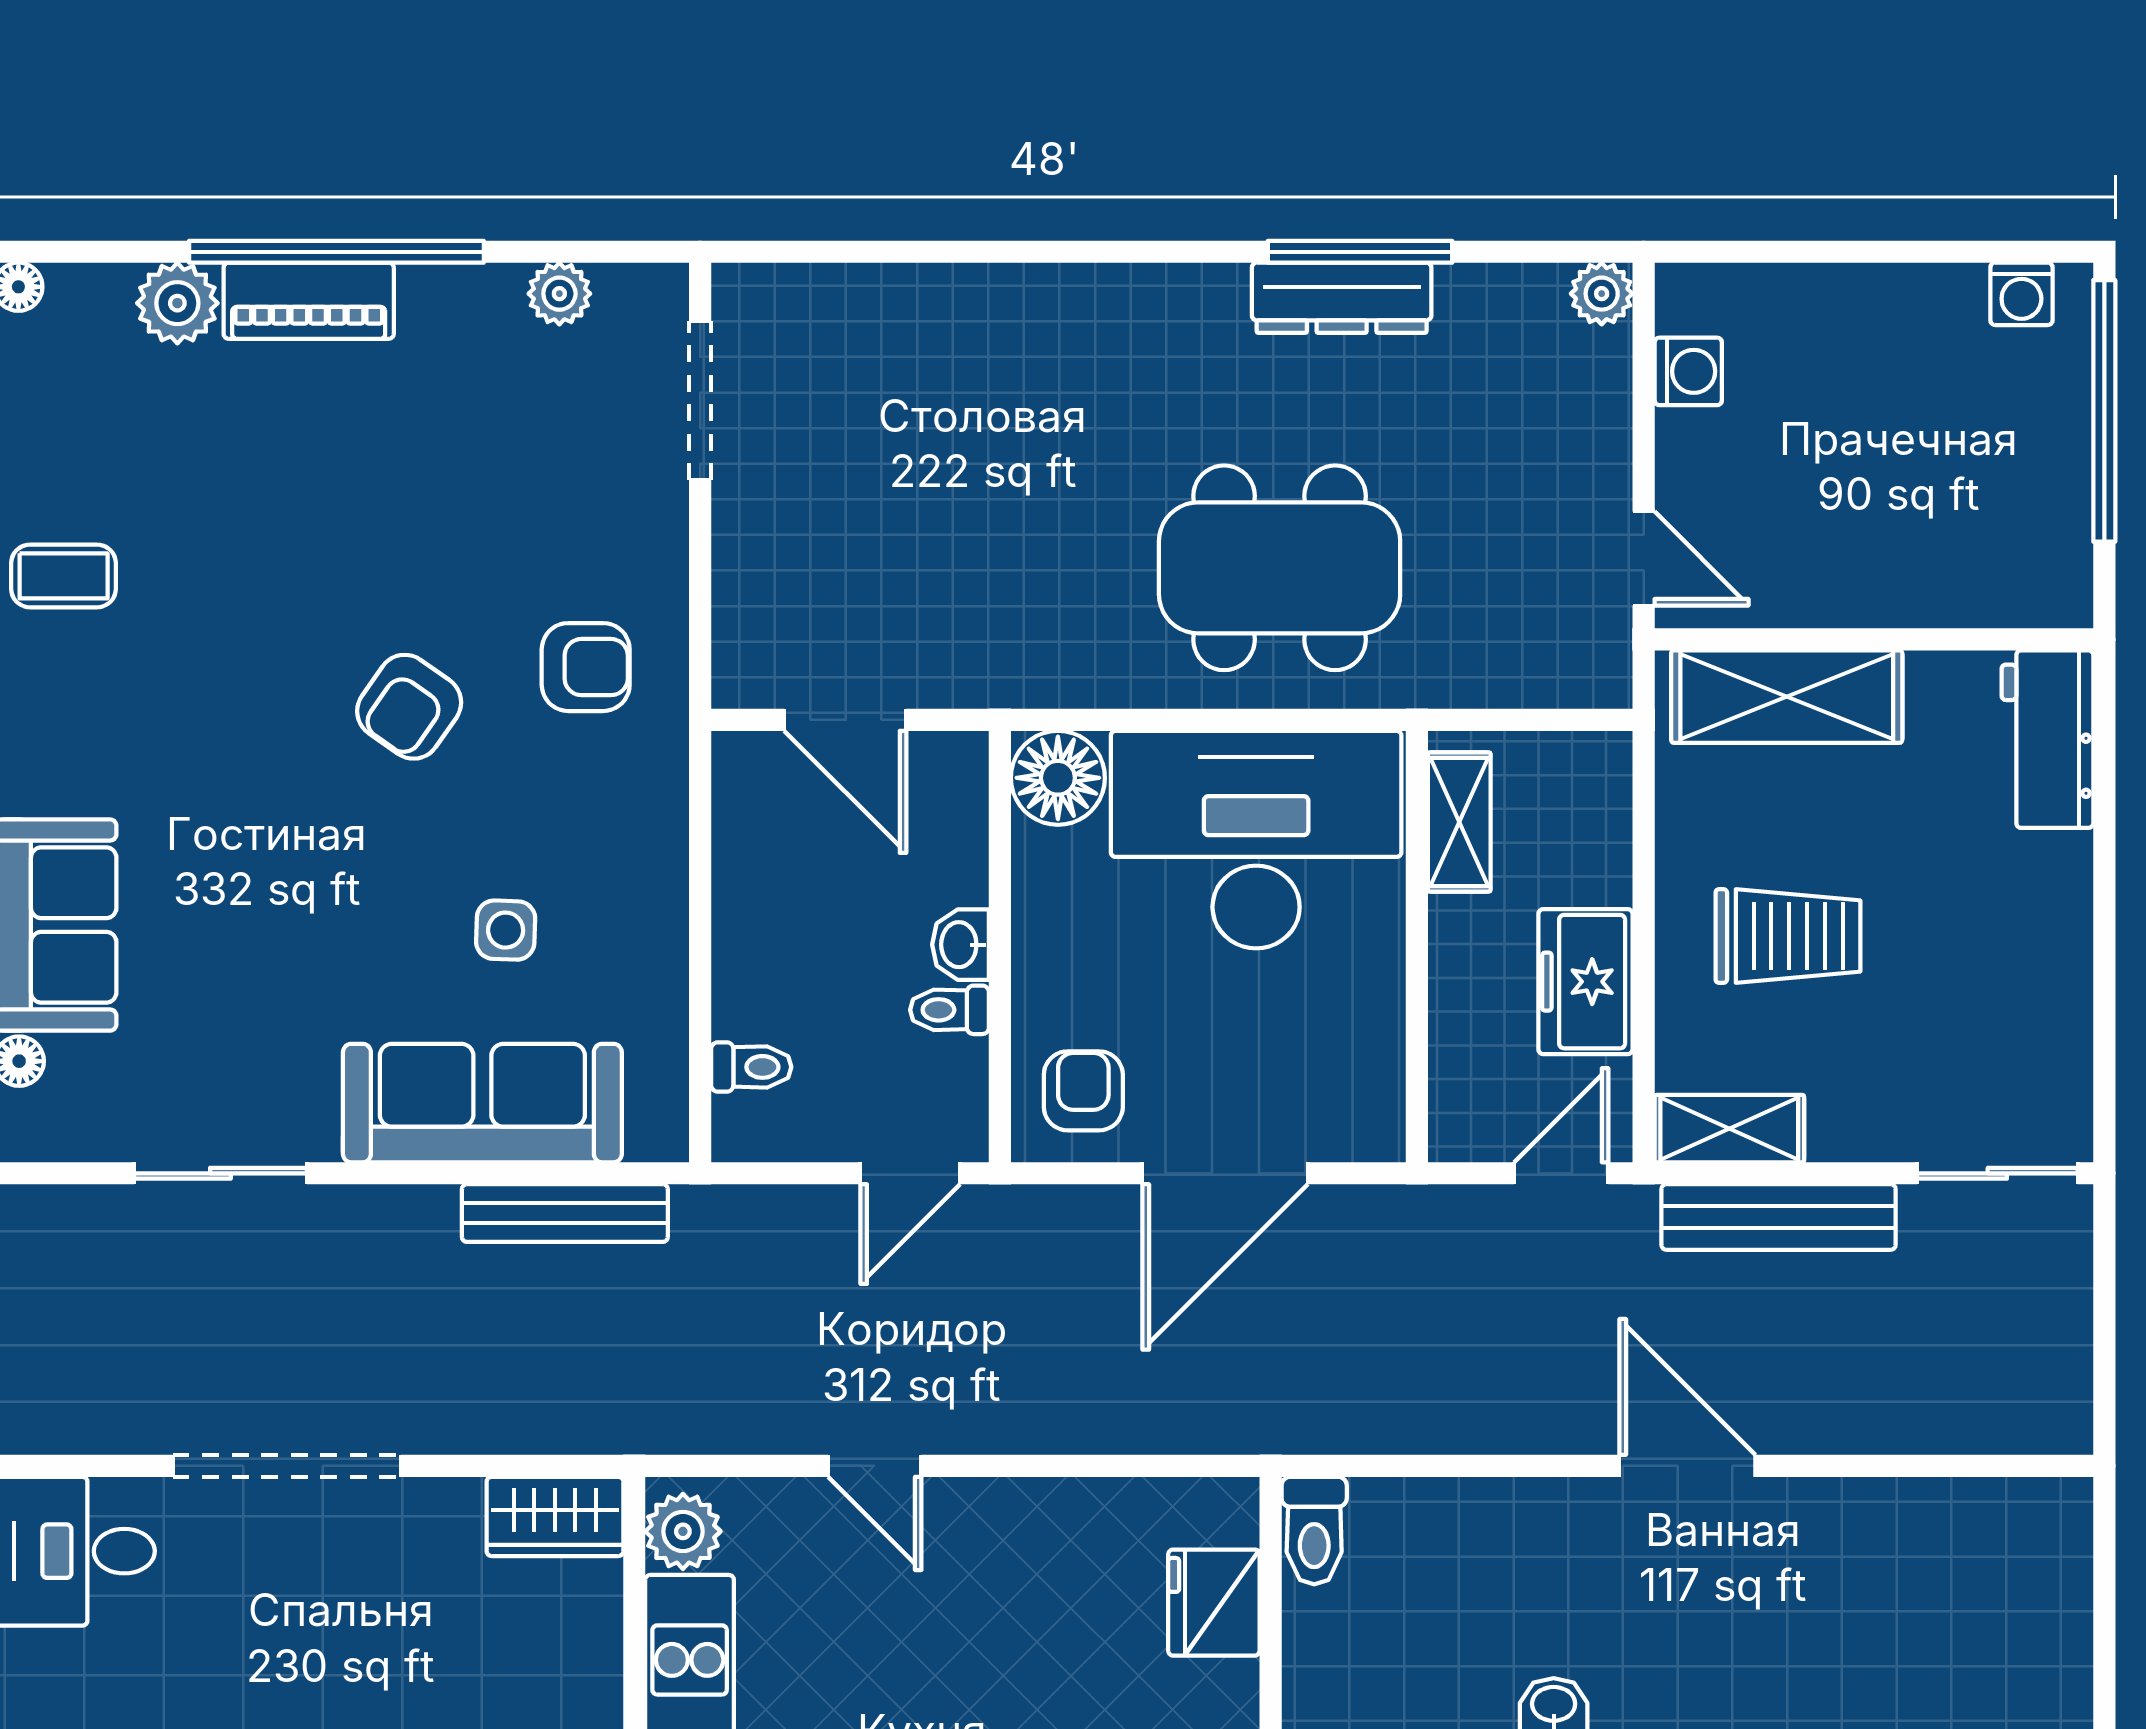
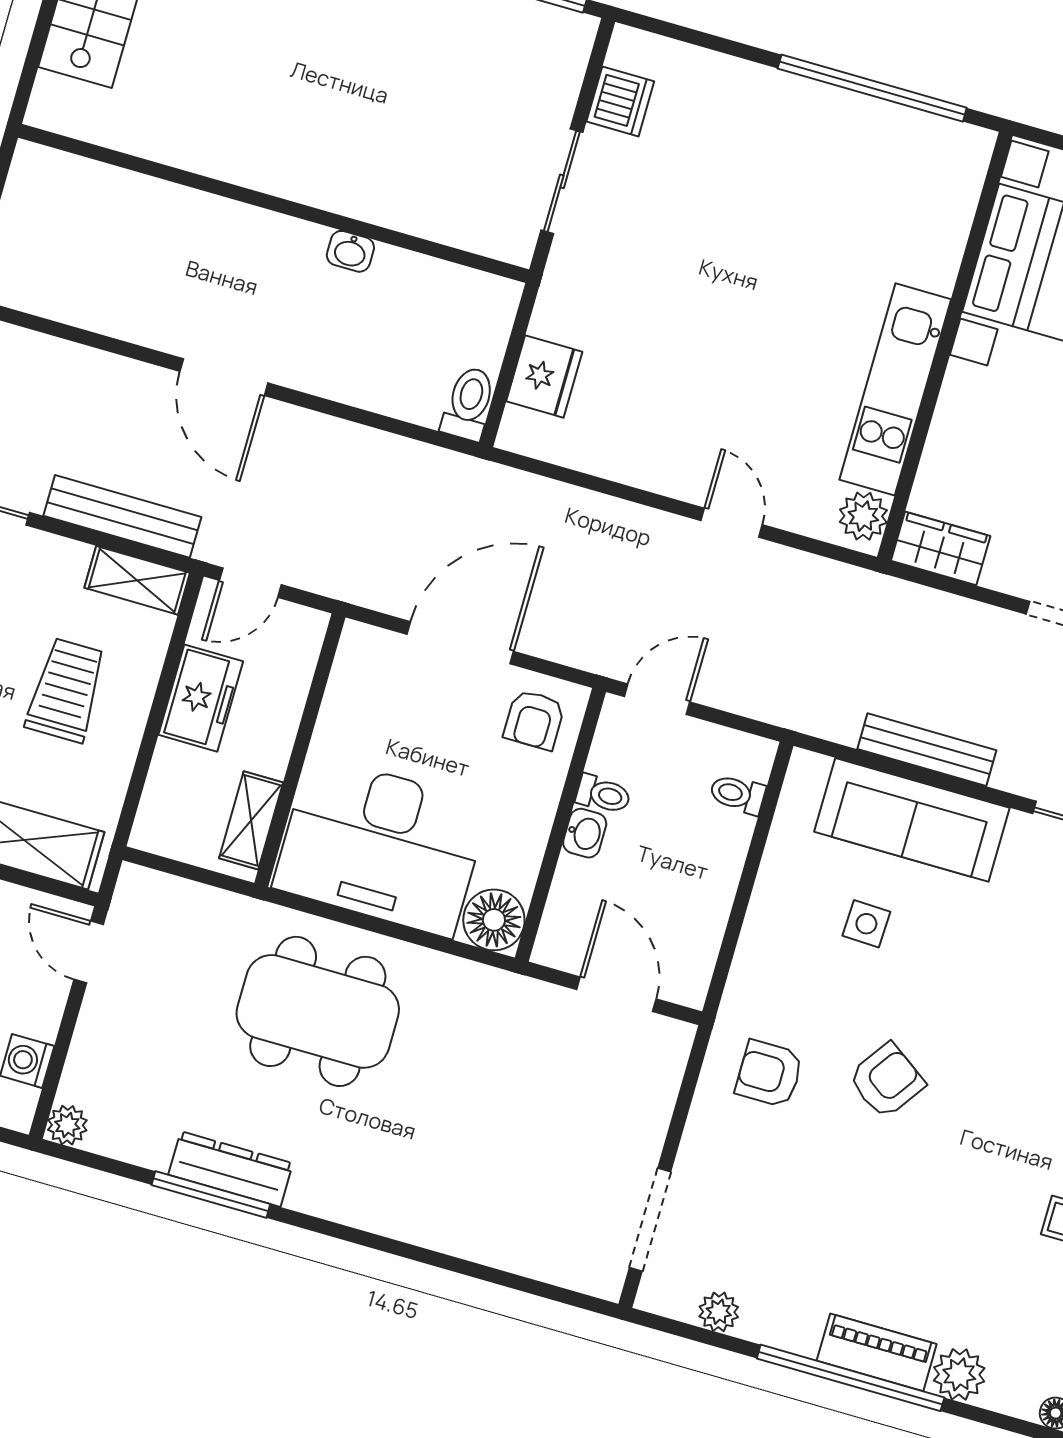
trolley: (1788, 936) -> (66, 690), turned 90
bench: (565, 1213) -> (927, 750), moved

